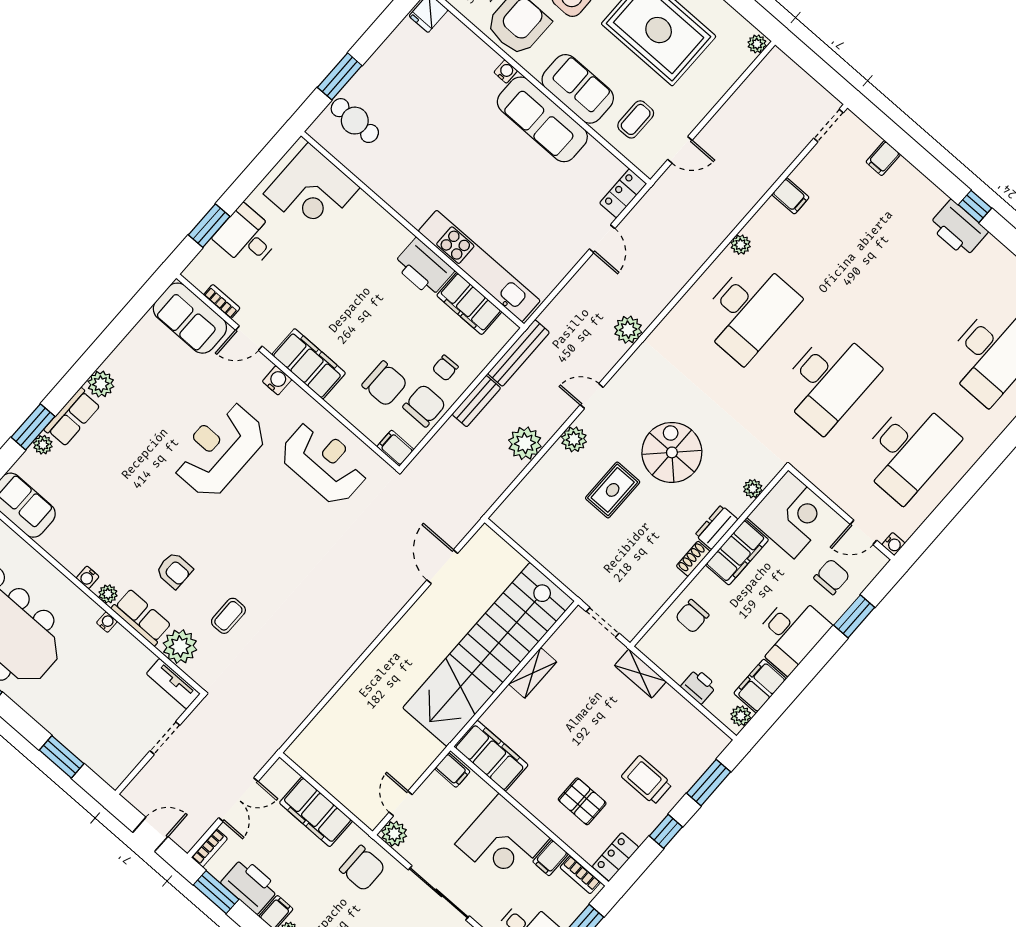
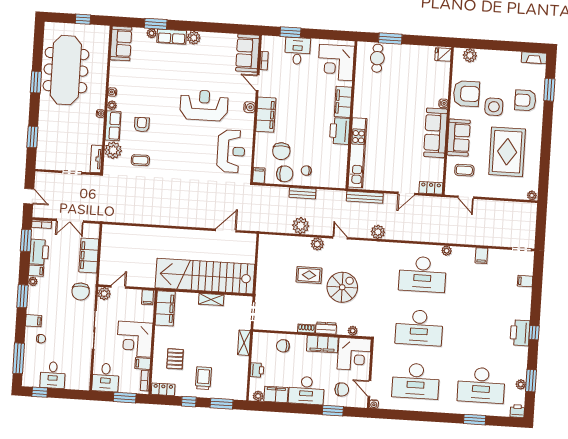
filing cabinet: (469, 304) -> (343, 102), moved
bench: (519, 353) -> (365, 197), moved
armchair: (174, 570) -> (142, 125), turned 180

